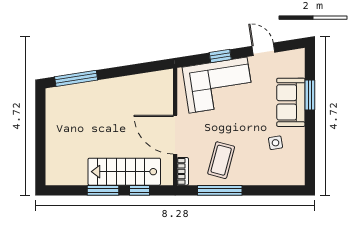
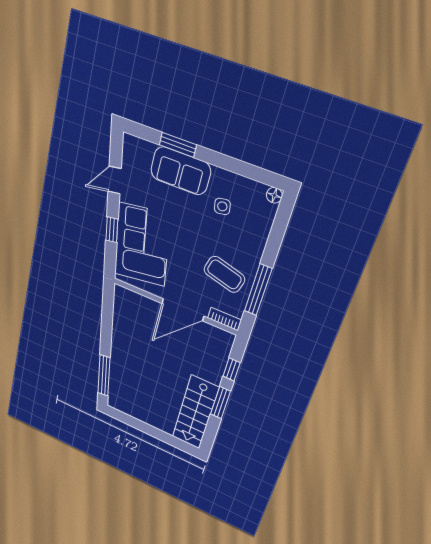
stairs: (124, 172) -> (195, 412), moved
floor lamp: (299, 179) -> (274, 195), added

